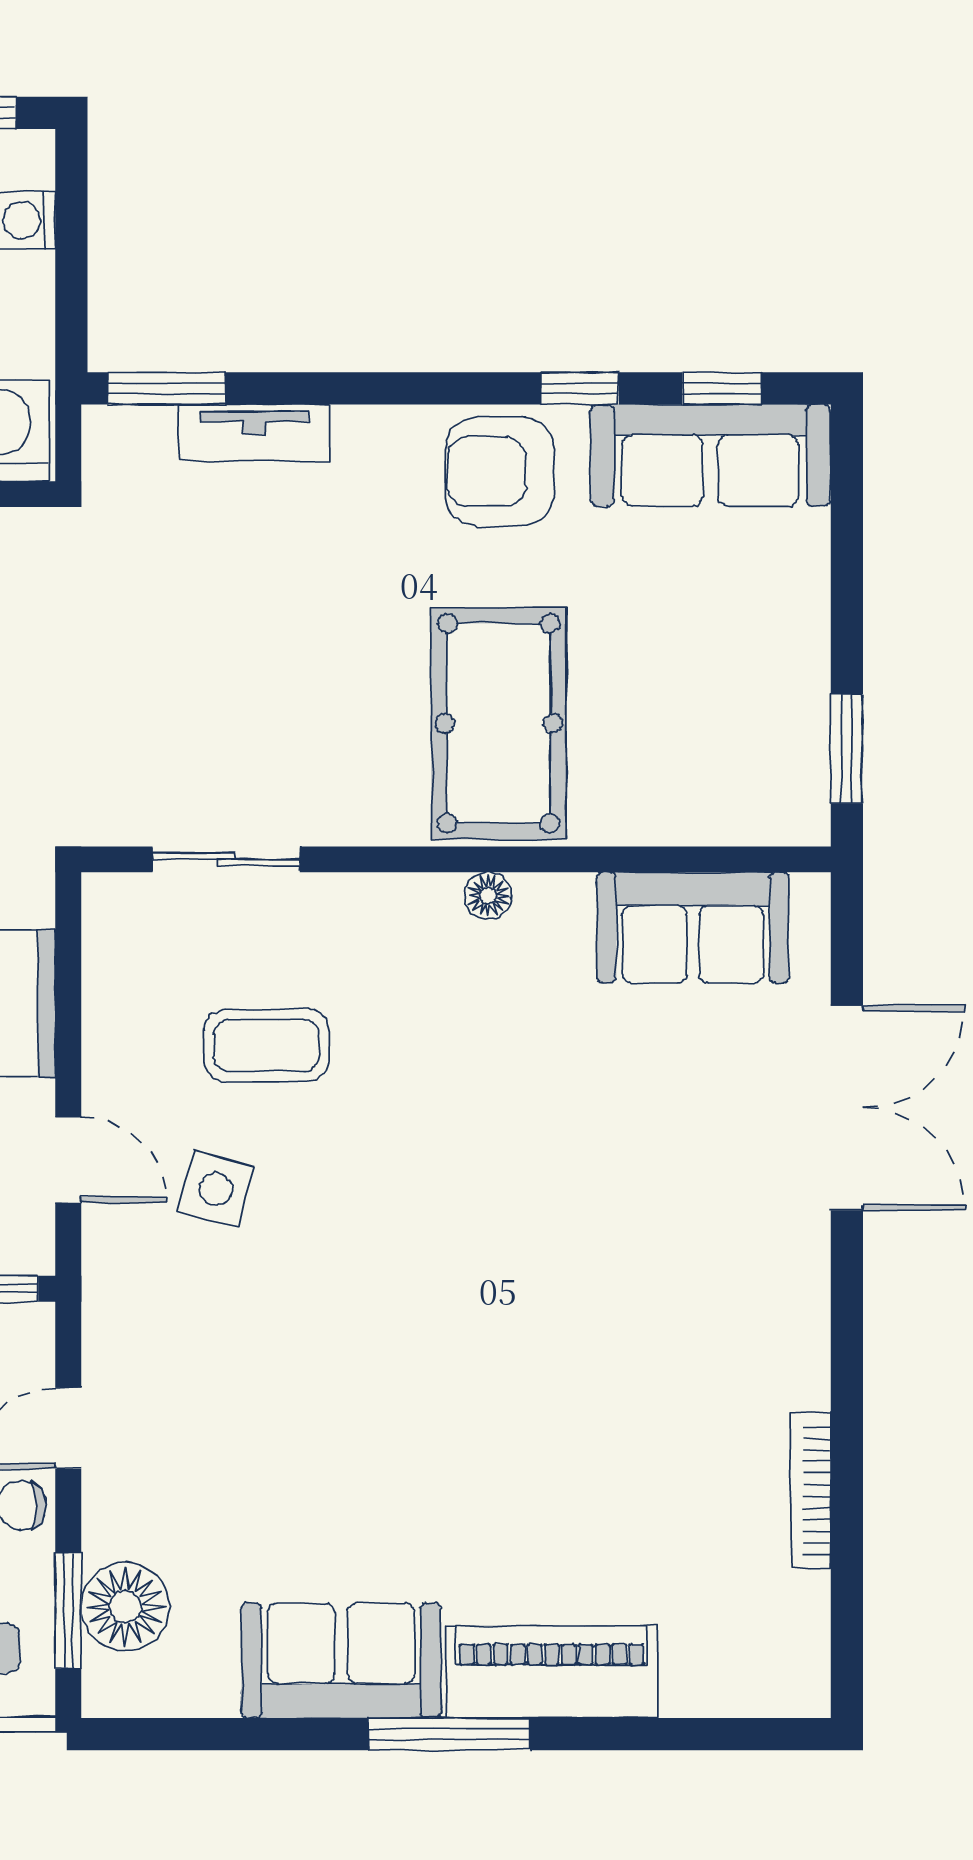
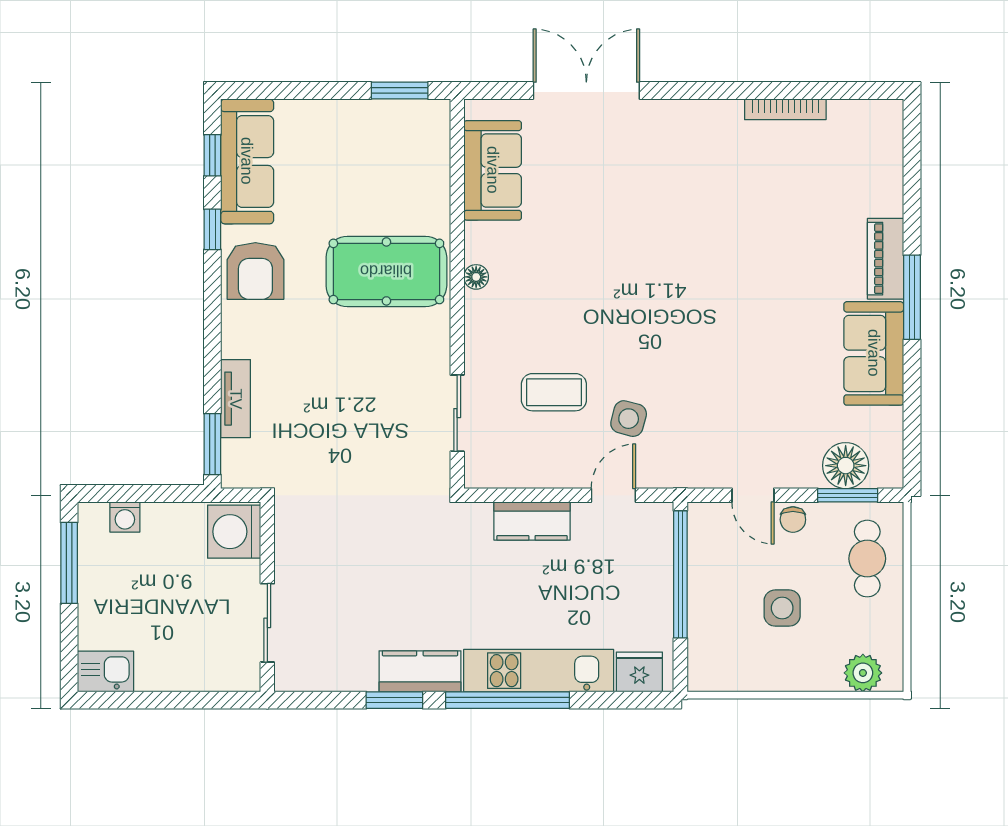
coffee table: (266, 1045) -> (554, 392), turned 90
piano: (552, 1672) -> (886, 259), width x0.73, depth x0.75

